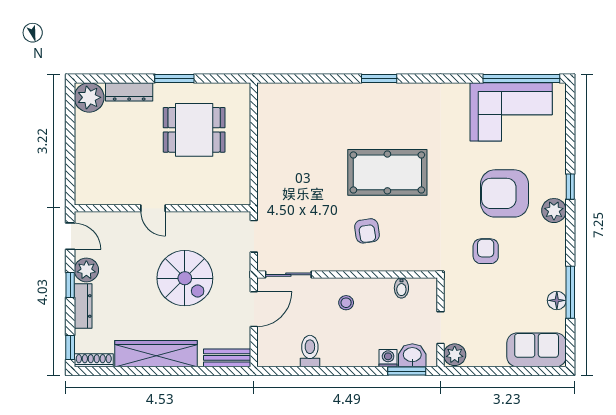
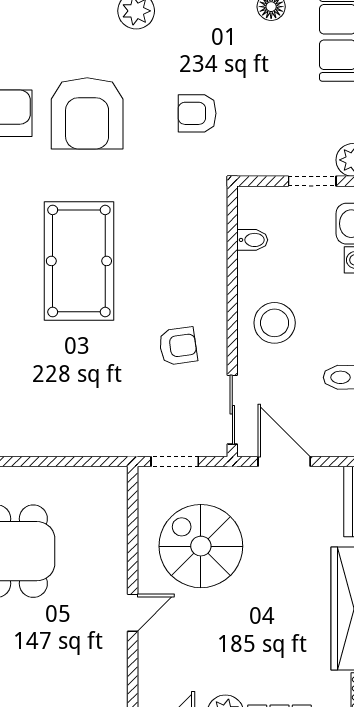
armchair: (505, 193) -> (87, 113), moved
armchair: (367, 231) -> (178, 346), moved
spiral stairs: (185, 278) -> (201, 546), moved, turned -90
stool: (346, 303) -> (275, 323), width x1.89, depth x1.89

